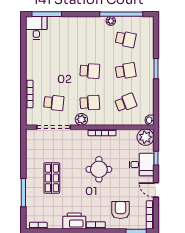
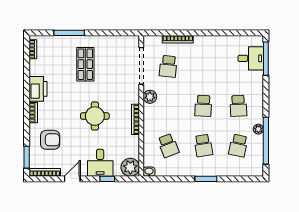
desk: (36, 28) -> (251, 58), moved
school desk: (90, 103) -> (238, 106), moved
shop shelf: (52, 178) -> (85, 64), turned 90

